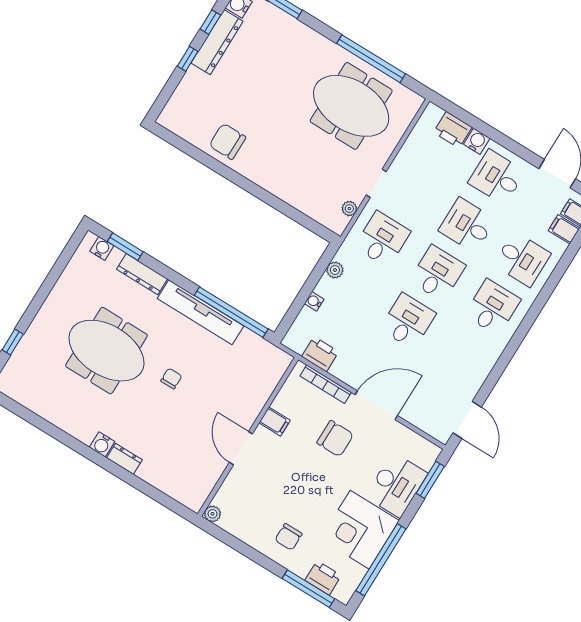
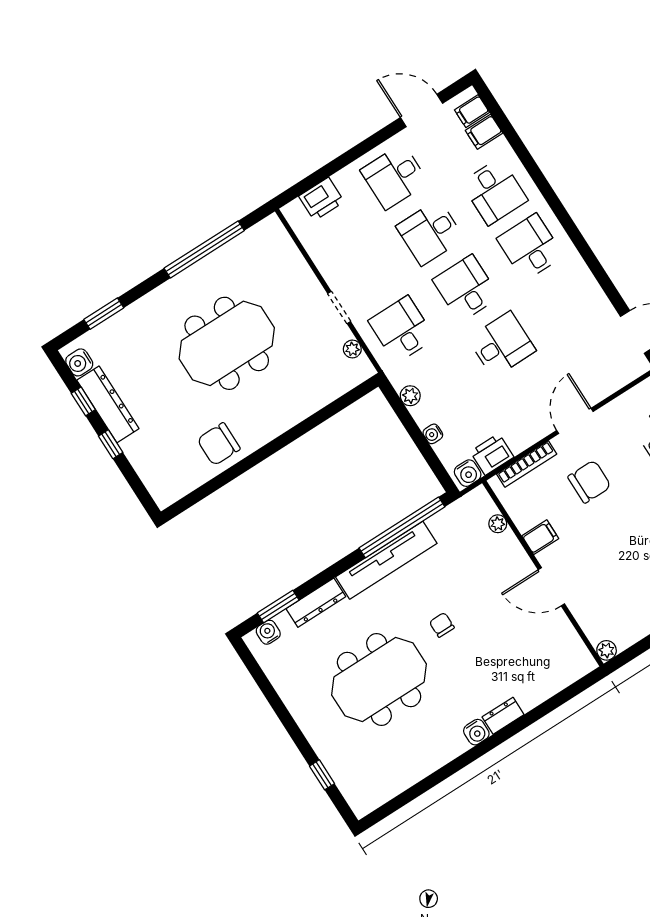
meeting table: (351, 106) -> (227, 343), moved
water cooler: (477, 141) -> (468, 473), moved, turned 180
desk: (522, 259) -> (494, 191), turned 90
desk: (408, 321) -> (502, 344), turned 90
plant: (269, 384) -> (498, 524), added
door: (376, 405) -> (575, 421), width x0.73

